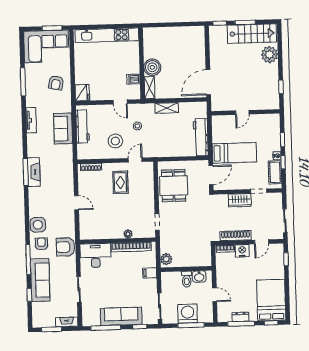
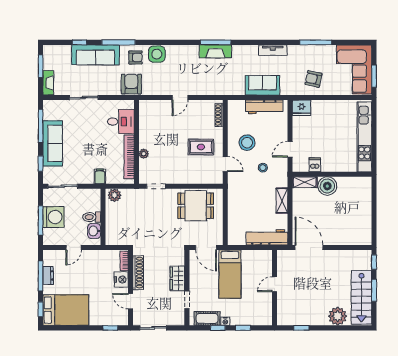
door: (242, 112) -> (274, 284), hinge flipped
workbench: (201, 137) -> (267, 237), moved
desk: (96, 255) -> (121, 122), width x0.73

